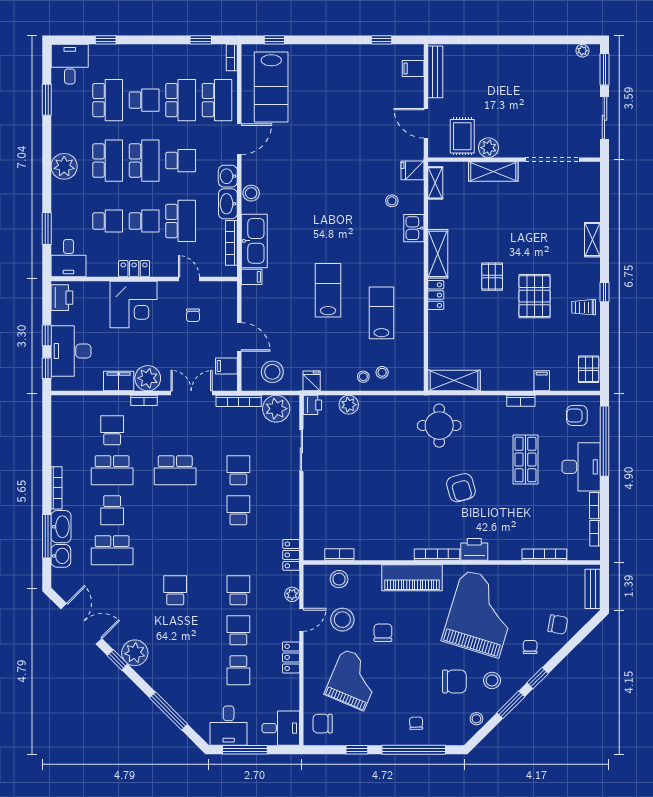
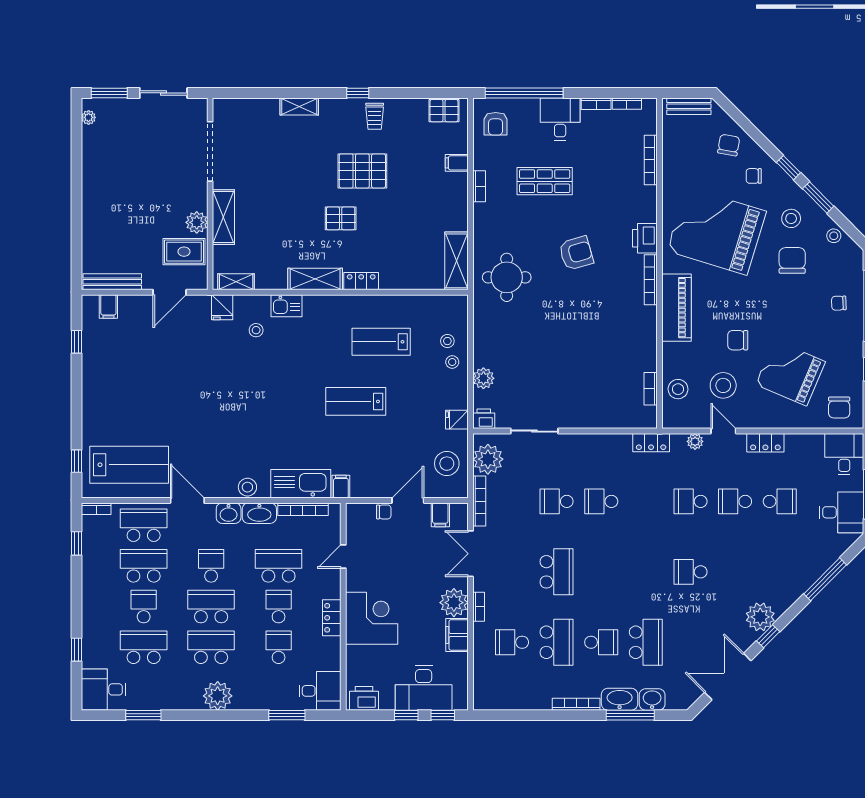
chair: (193, 315) -> (384, 512), moved
desk: (581, 467) -> (560, 119), width x0.73

